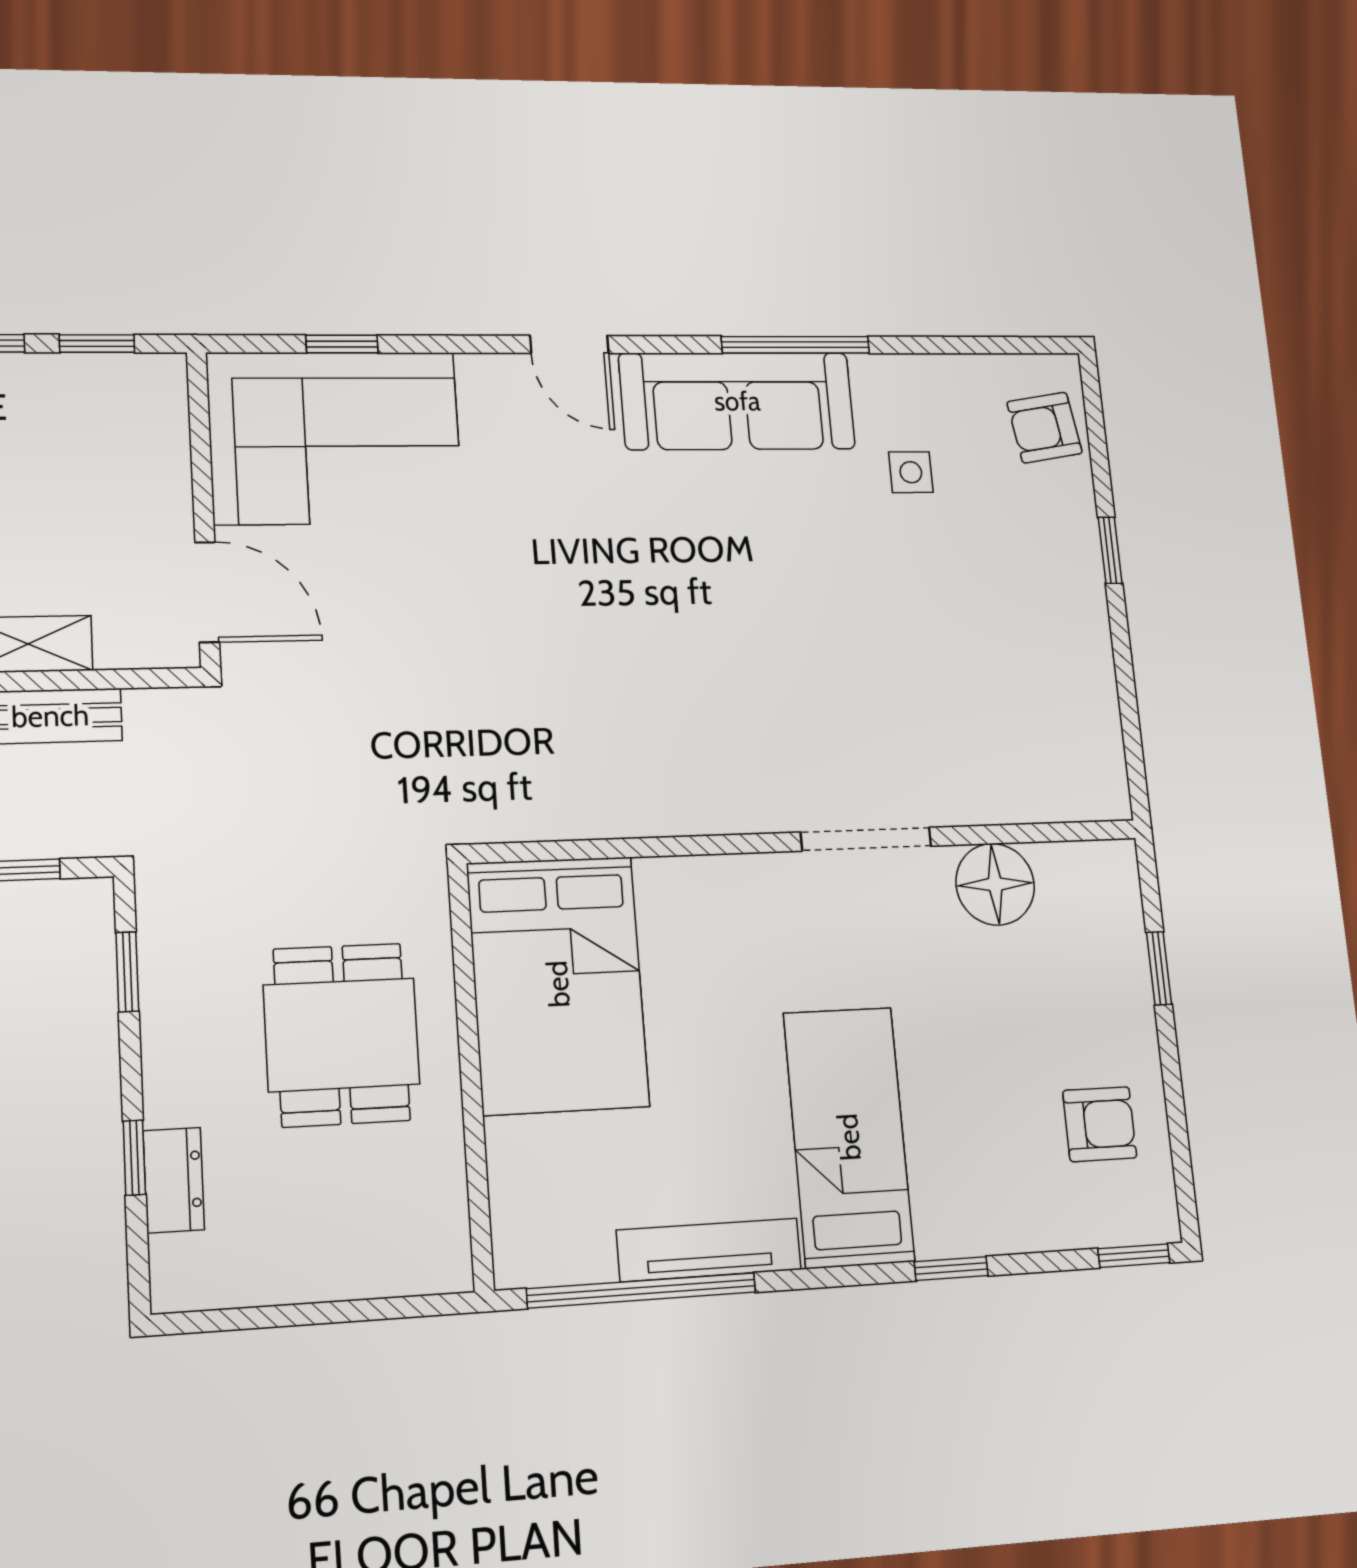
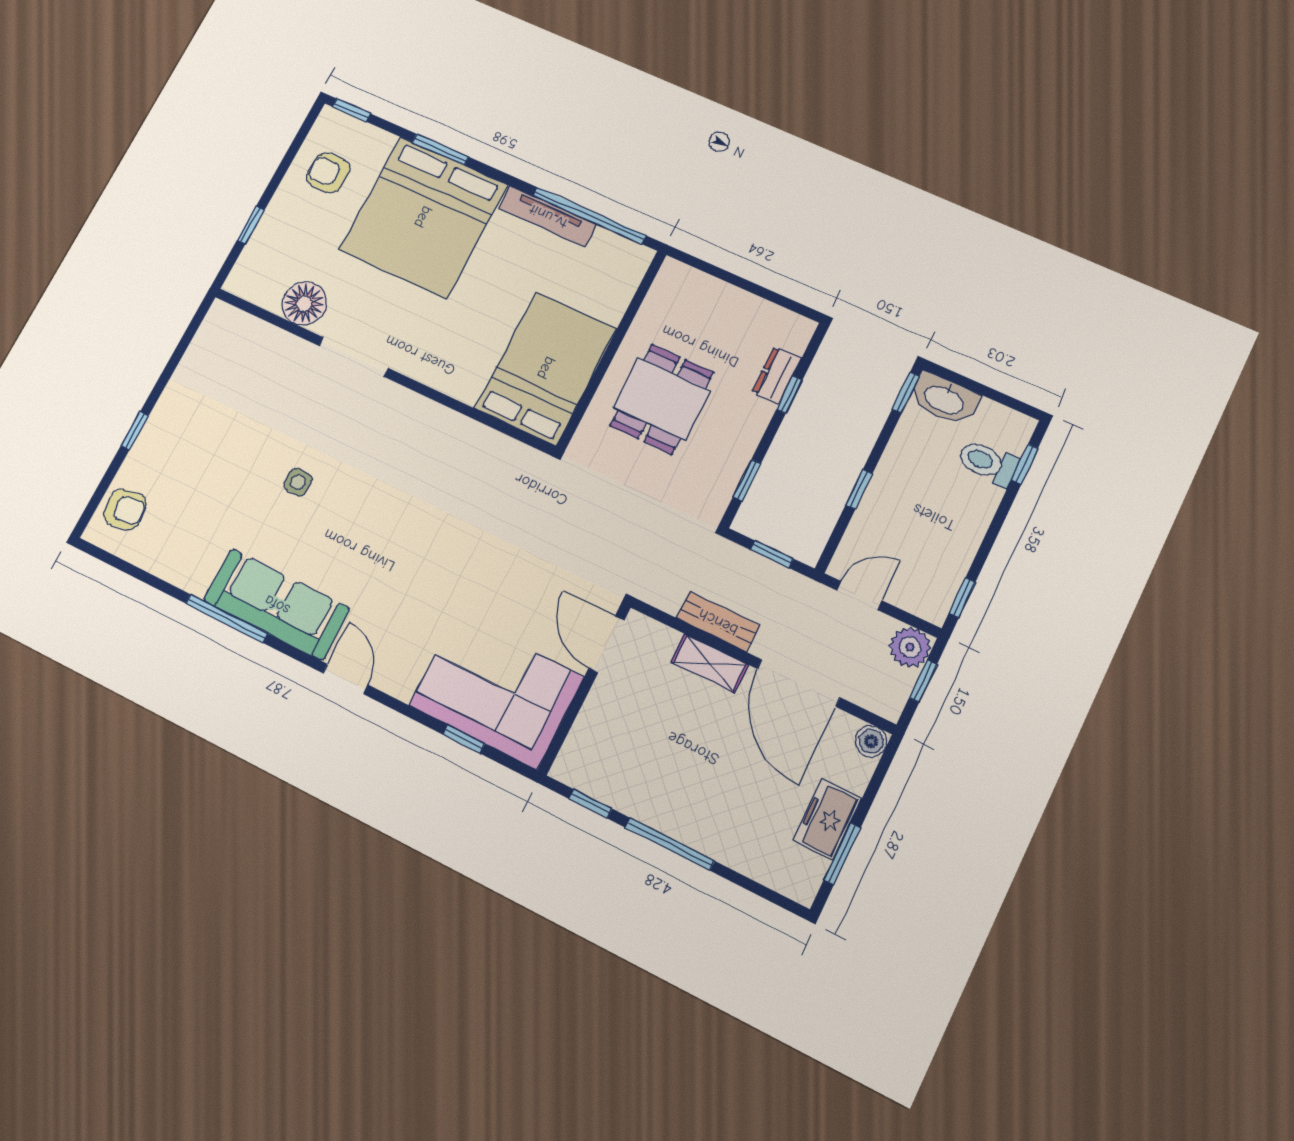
side table: (911, 472) -> (298, 482), moved
bed: (849, 1137) -> (423, 217), width x2.04
window: (951, 1269) -> (440, 150), width x1.50

